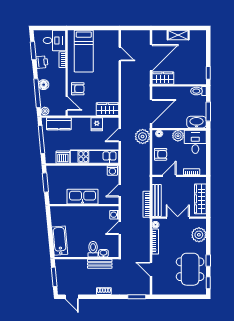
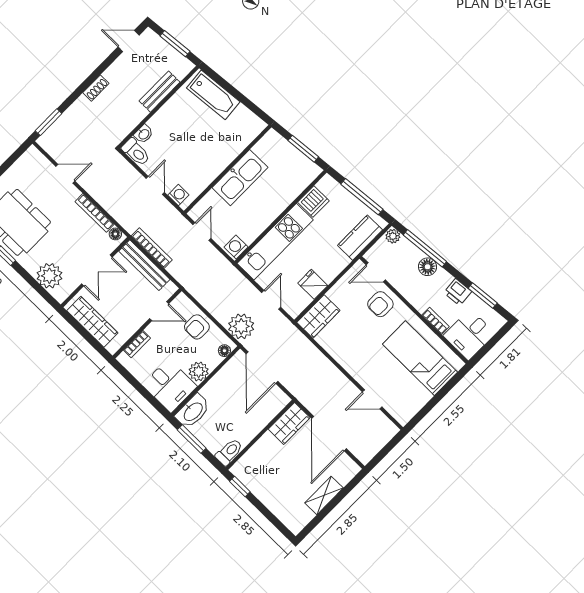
door: (169, 176) -> (159, 311), hinge flipped
toilet: (93, 249) -> (136, 152), moved
bench: (100, 264) -> (160, 92), moved

